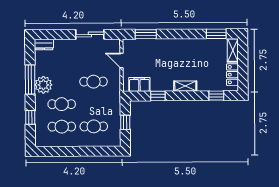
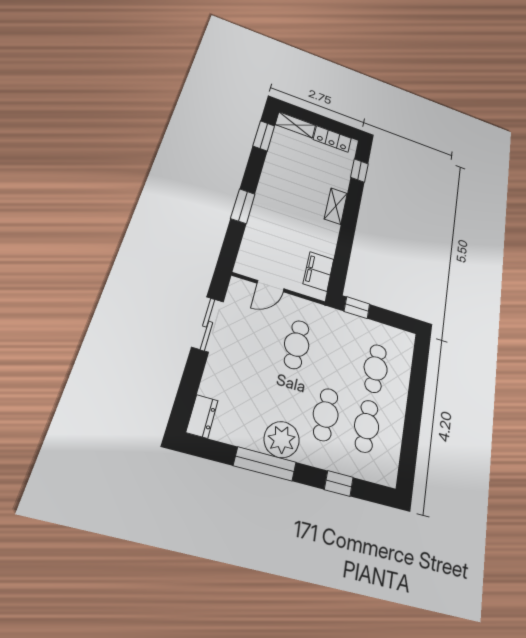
window: (146, 34) -> (243, 206), moved
window: (158, 96) -> (343, 250), removed
window: (125, 122) -> (357, 308), moved

